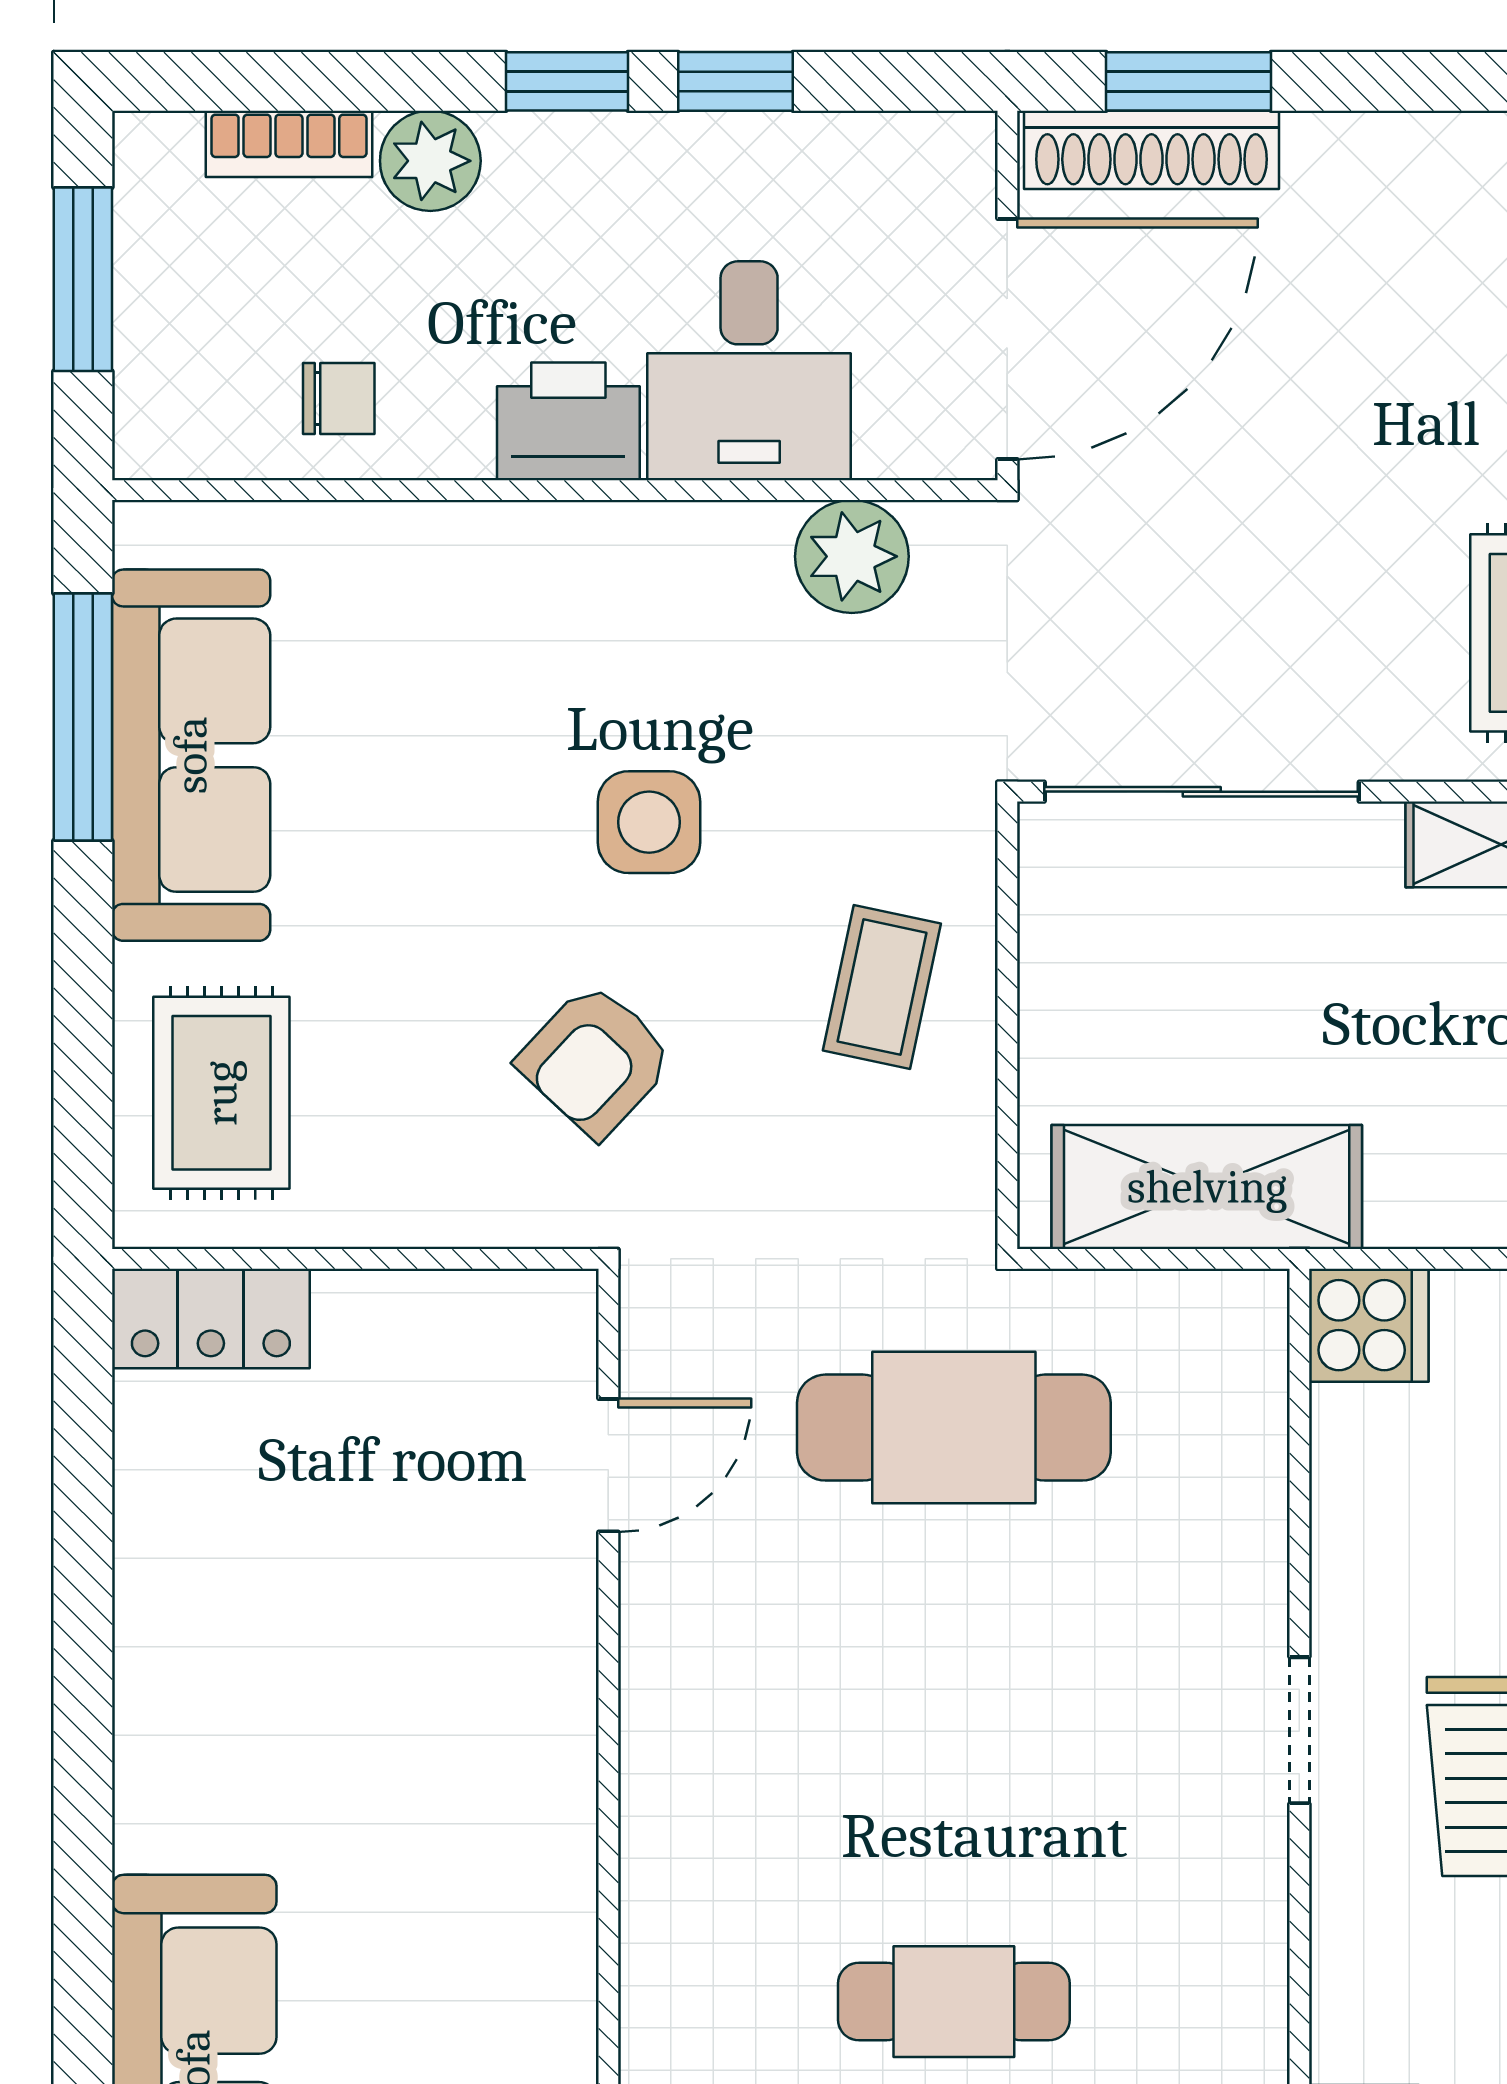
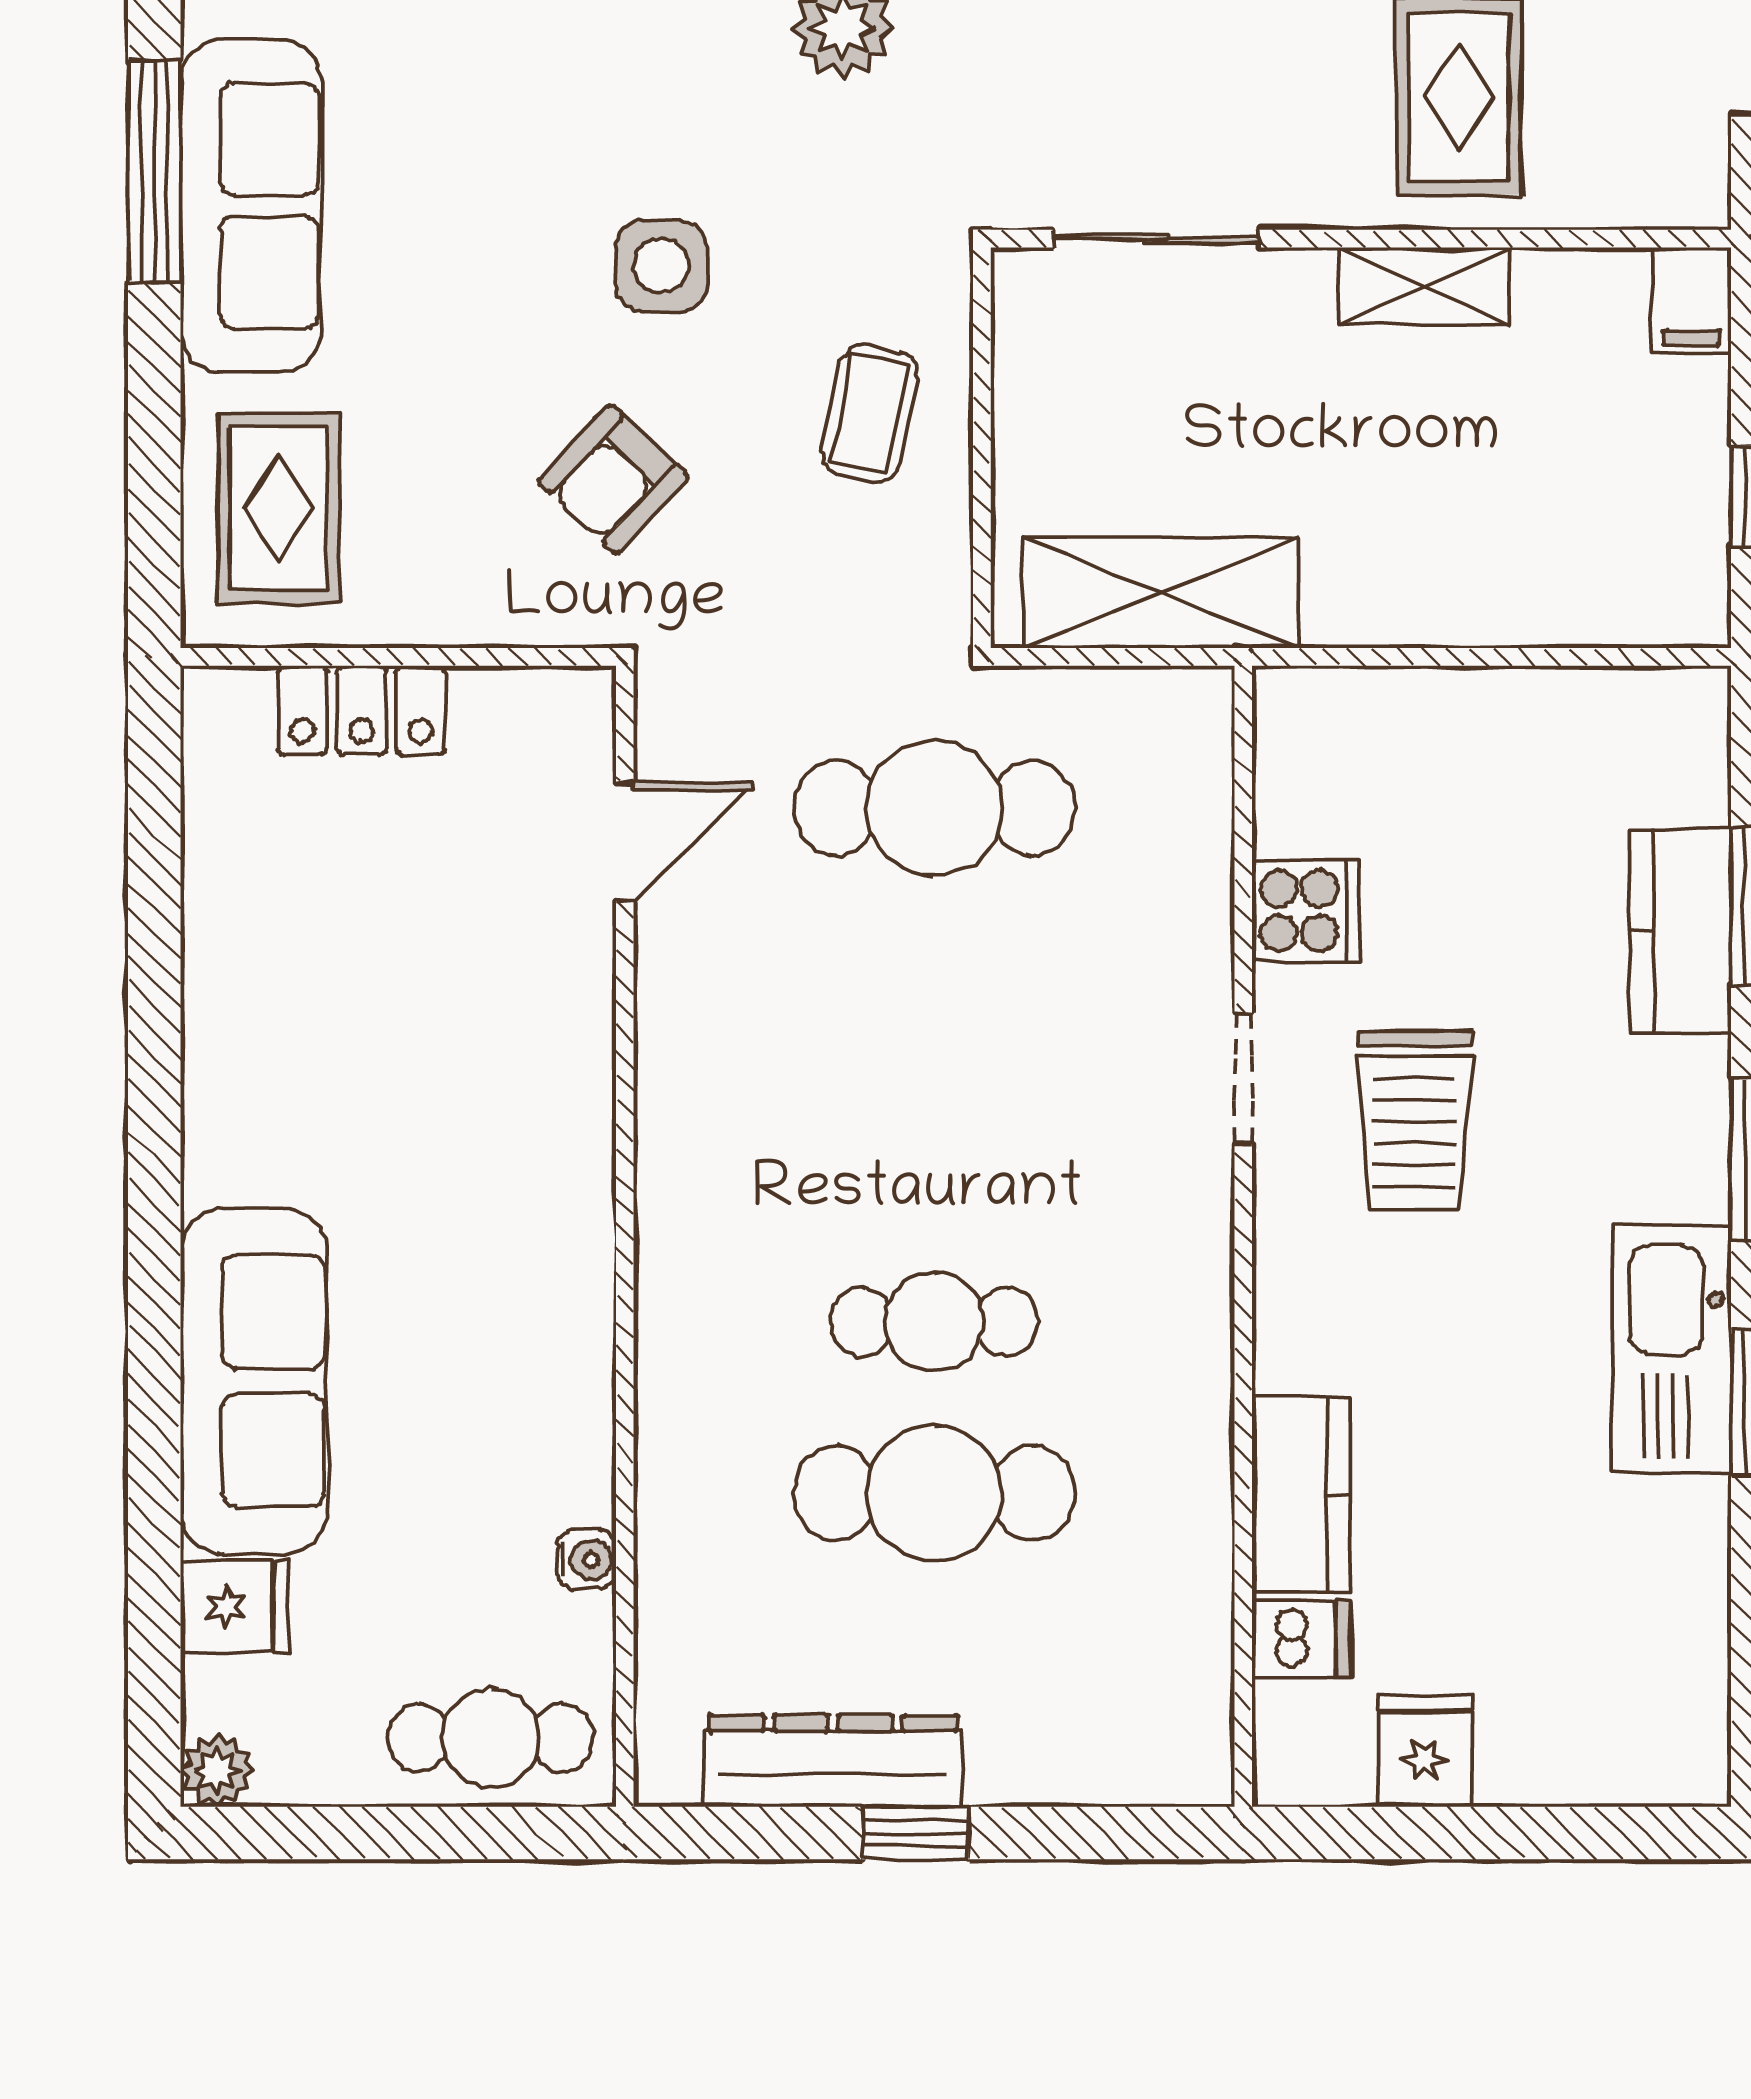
sliding door: (1202, 792) -> (1156, 239), width x0.73
locker: (211, 1318) -> (361, 710), moved
cooker: (1369, 1325) -> (1305, 911), moved

